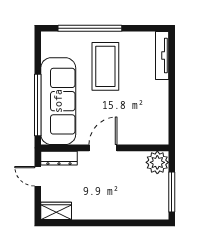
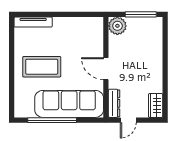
window: (90, 28) -> (12, 79), removed
window: (38, 105) -> (52, 120), moved

